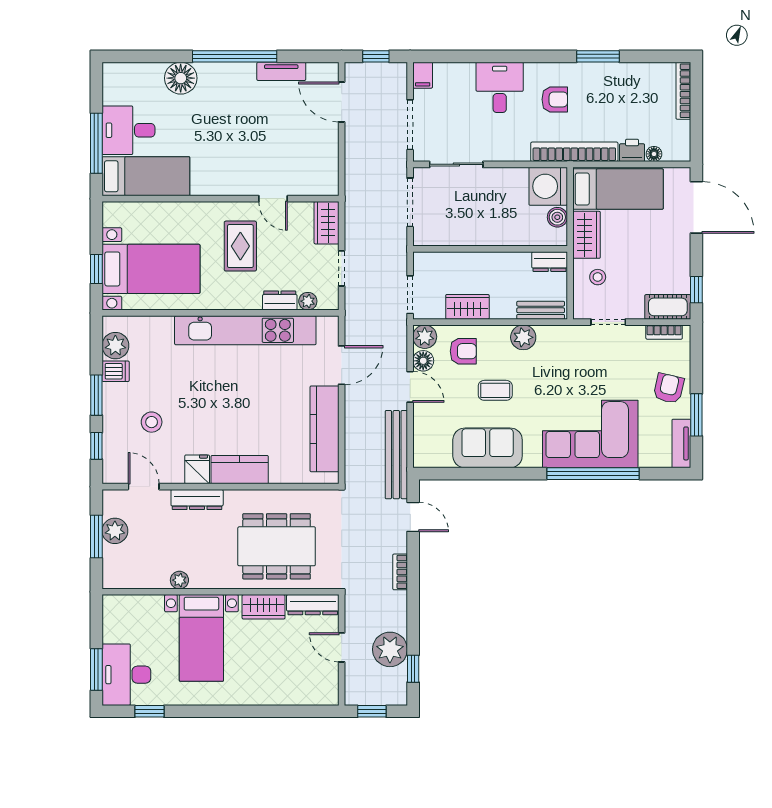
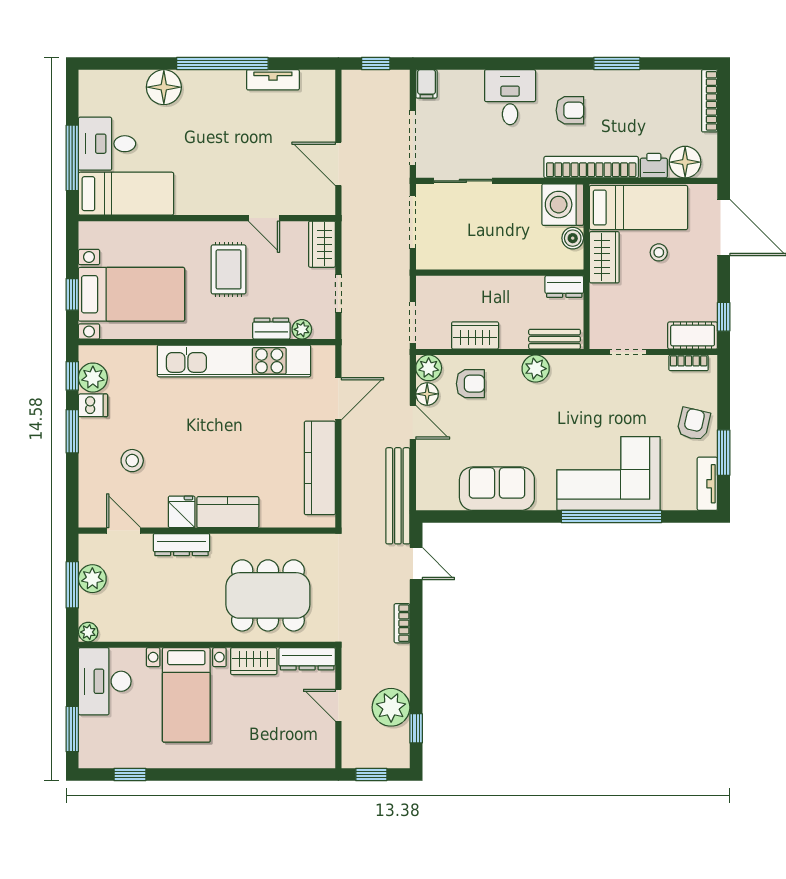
door: (342, 102) -> (338, 164), moved
floor lamp: (654, 154) -> (685, 162), width x1.89, depth x1.89
stool: (598, 277) -> (659, 252), moved
coffee table: (495, 390) -> (505, 426), removed
window: (96, 446) -> (72, 376), moved
plant: (179, 580) -> (88, 632), moved
desk: (126, 675) -> (105, 681), moved

